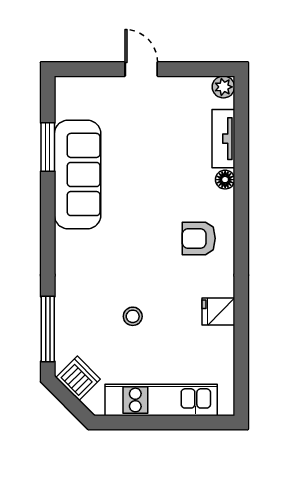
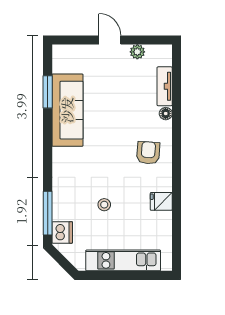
plant: (223, 87) -> (137, 52), moved
armchair: (199, 238) -> (148, 153), turned 94
dishwasher: (78, 378) -> (62, 232), moved, turned 45

